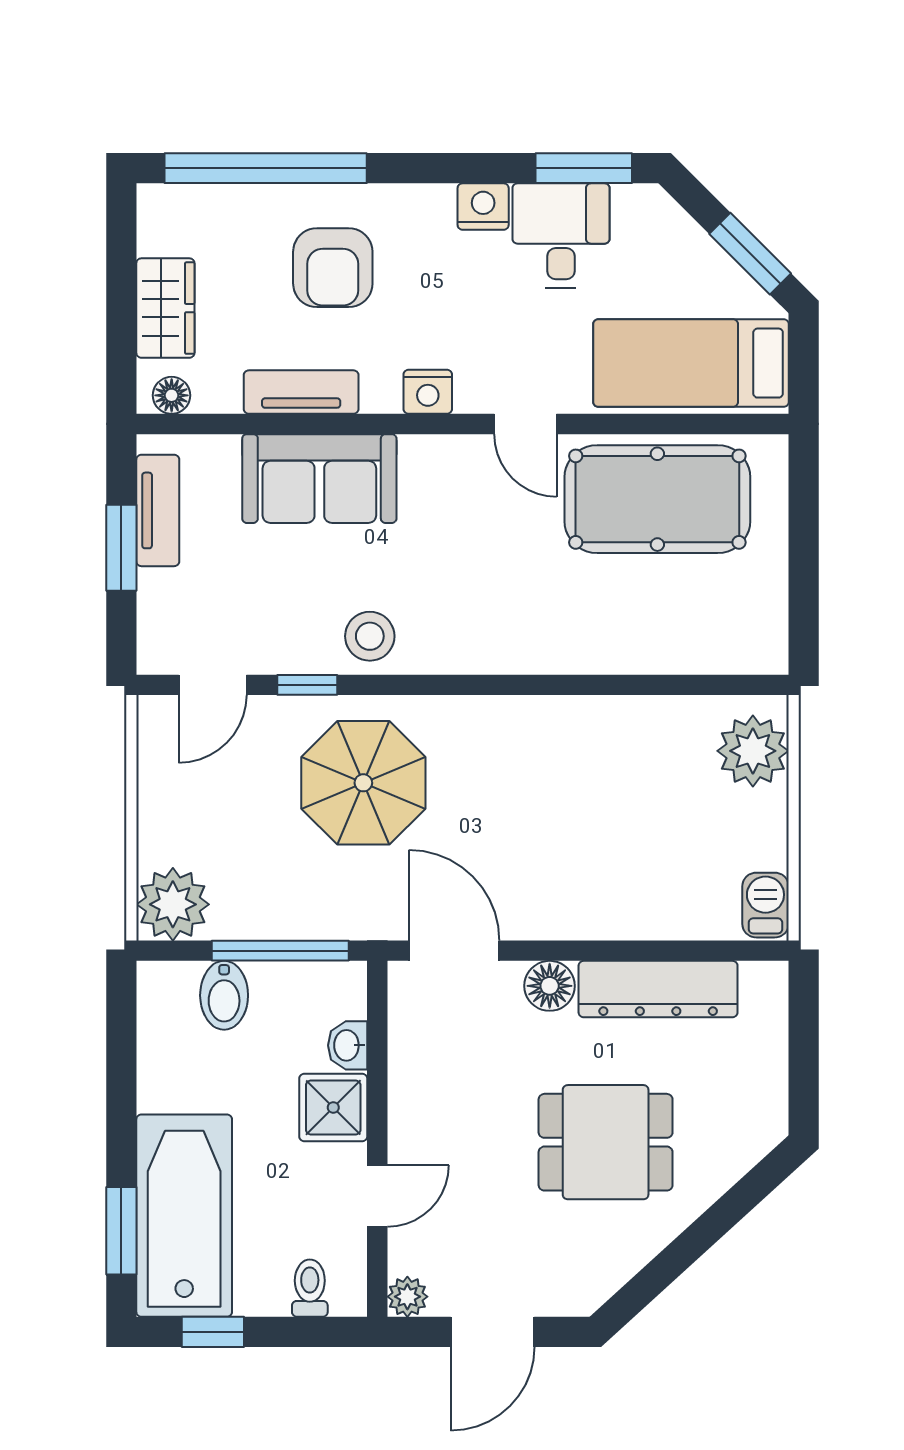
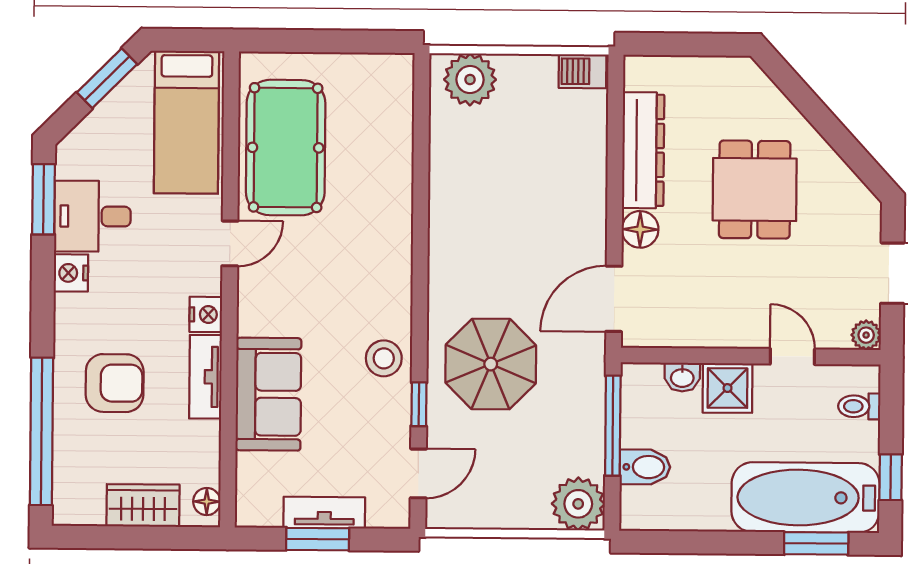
tv unit: (301, 392) -> (205, 377), moved
tv unit: (158, 510) -> (324, 513), moved
door: (213, 685) -> (418, 473), hinge flipped

